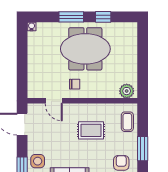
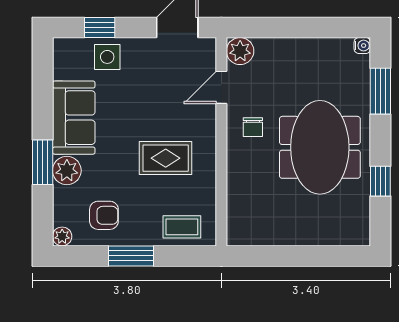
window: (71, 17) -> (380, 91), moved
plant: (127, 91) -> (240, 51), moved
rug: (91, 130) -> (166, 158), turned 90

